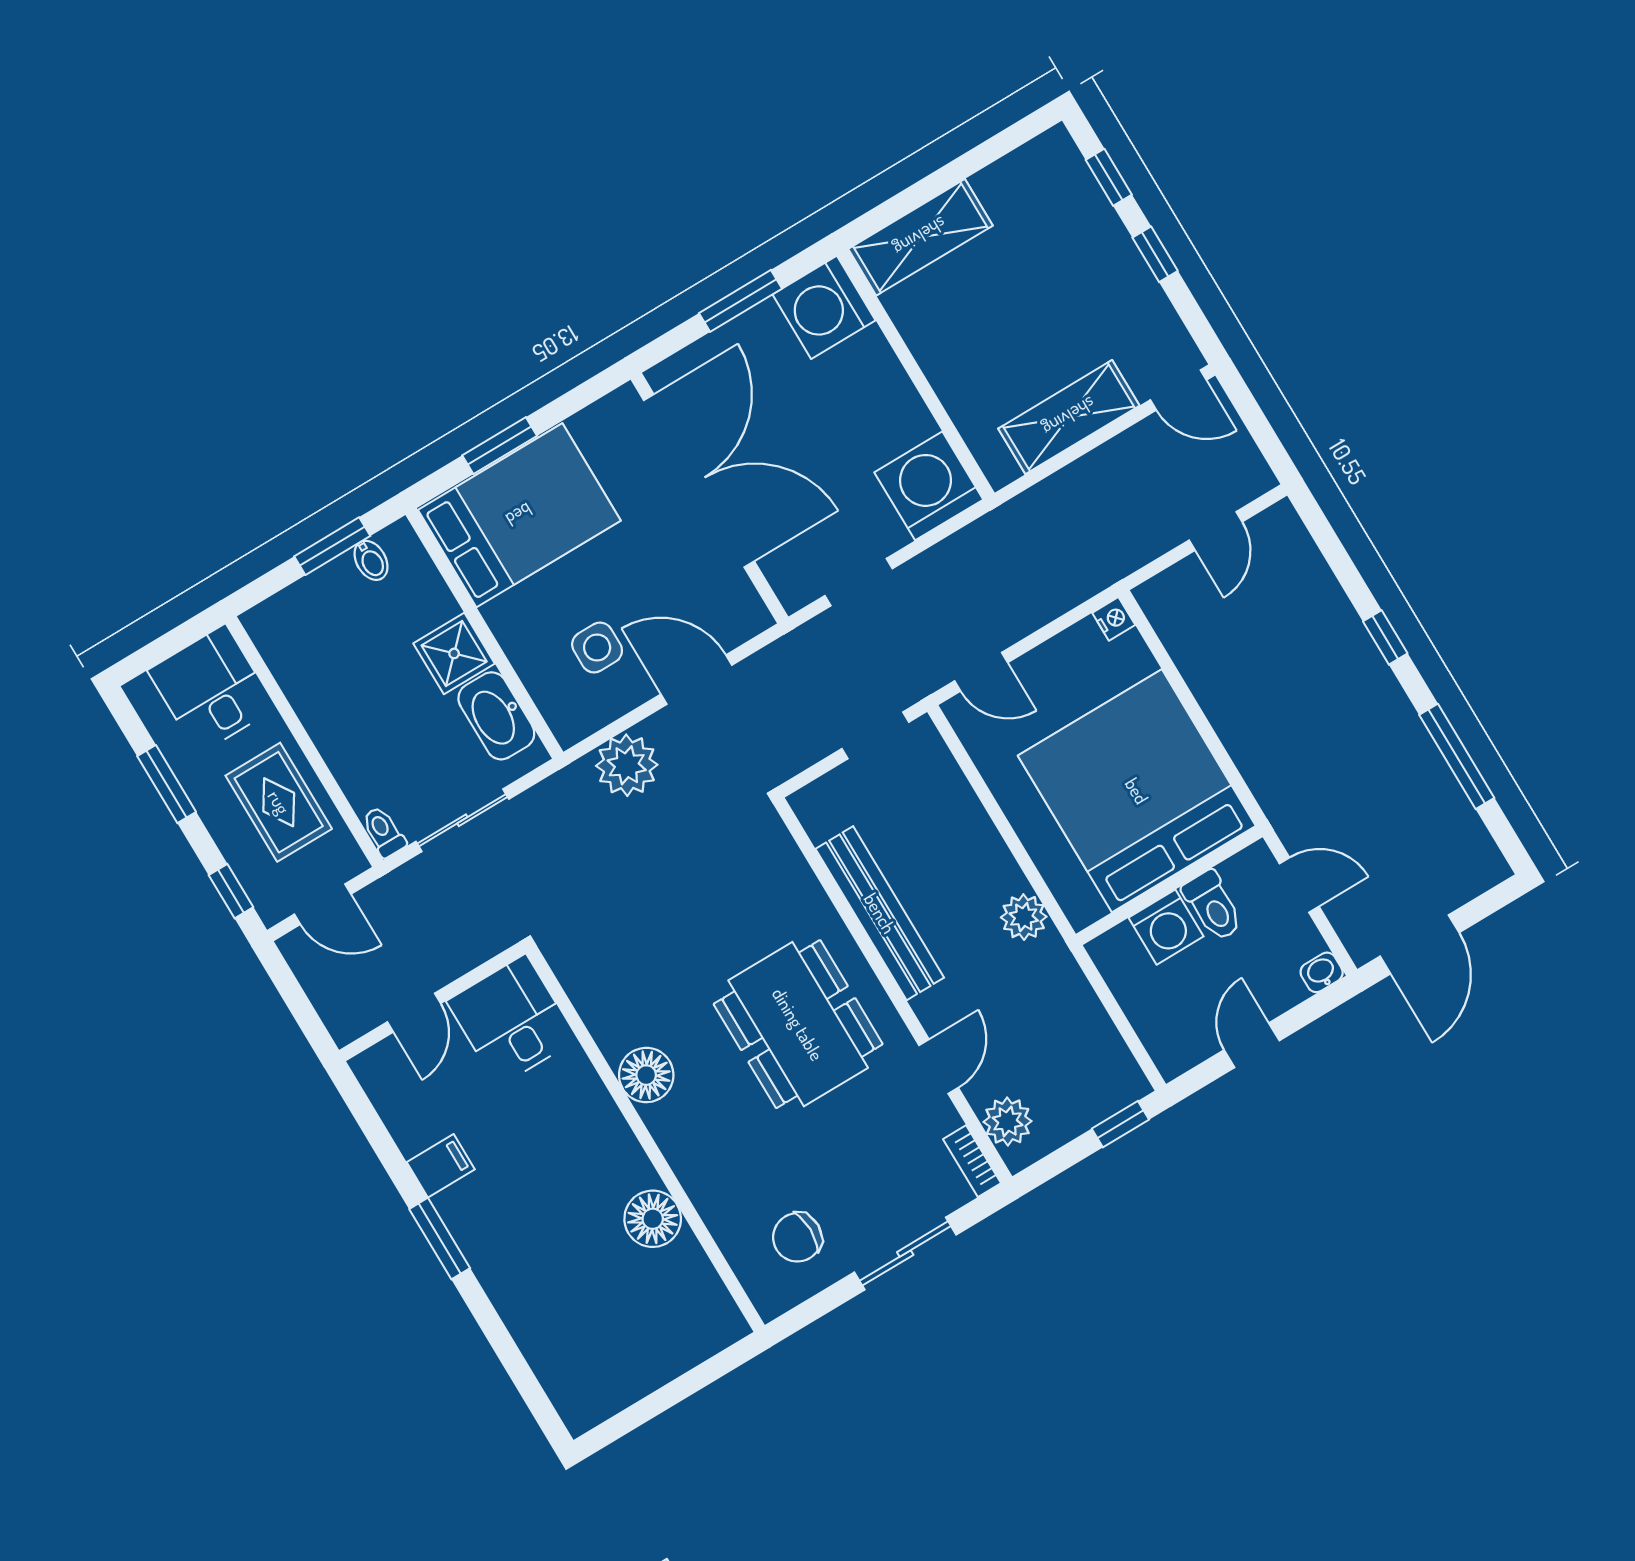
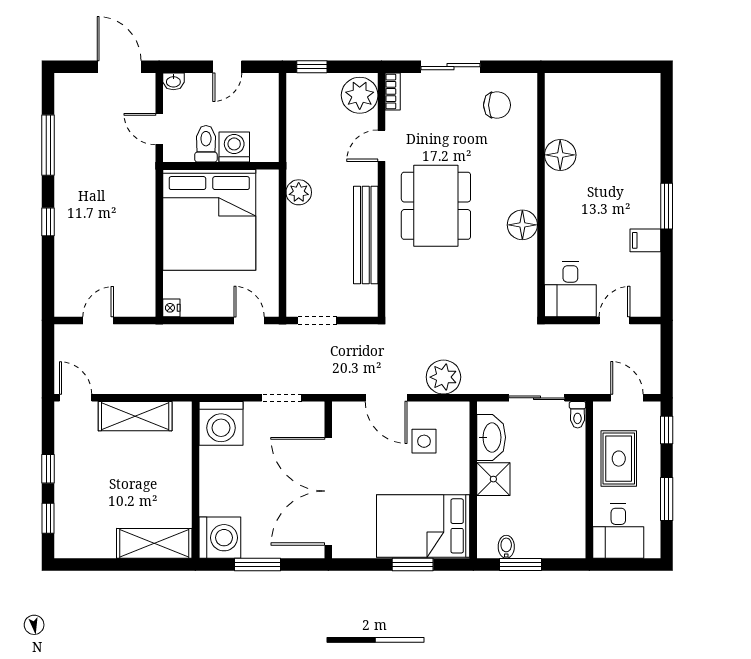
door: (1420, 944) -> (119, 67), hinge flipped
plant: (1008, 1121) -> (360, 95), width x1.36, depth x1.36

